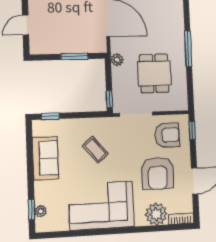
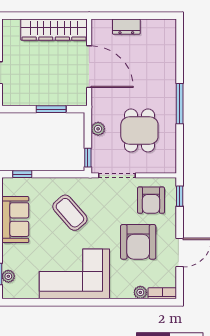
plant: (117, 60) -> (98, 129), moved
armchair: (167, 135) -> (151, 200), turned 90
coffee table: (95, 150) -> (70, 213), width x1.36, depth x1.30
plant: (156, 214) -> (140, 292), width x0.53, depth x0.53

